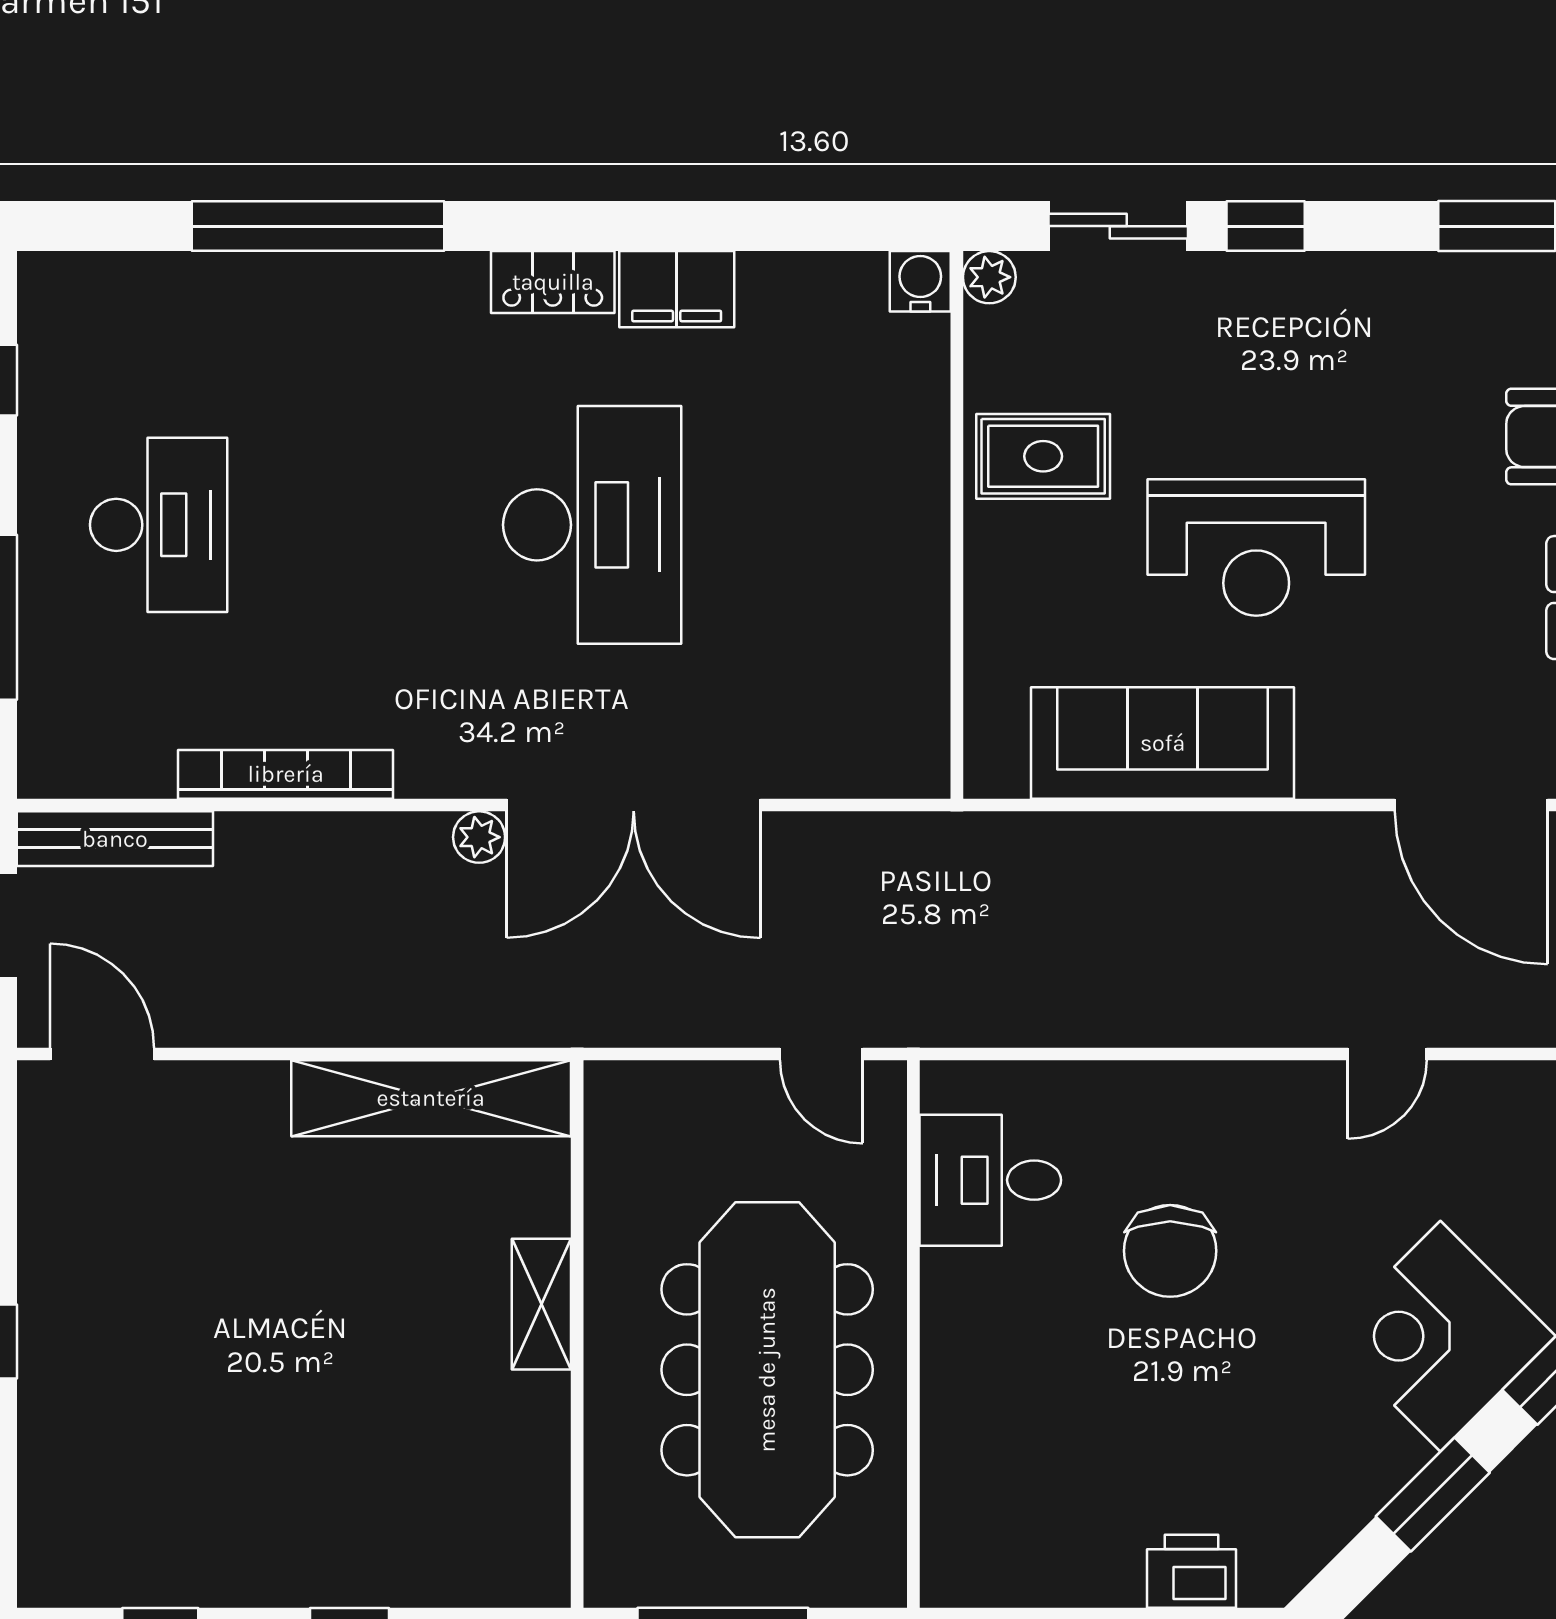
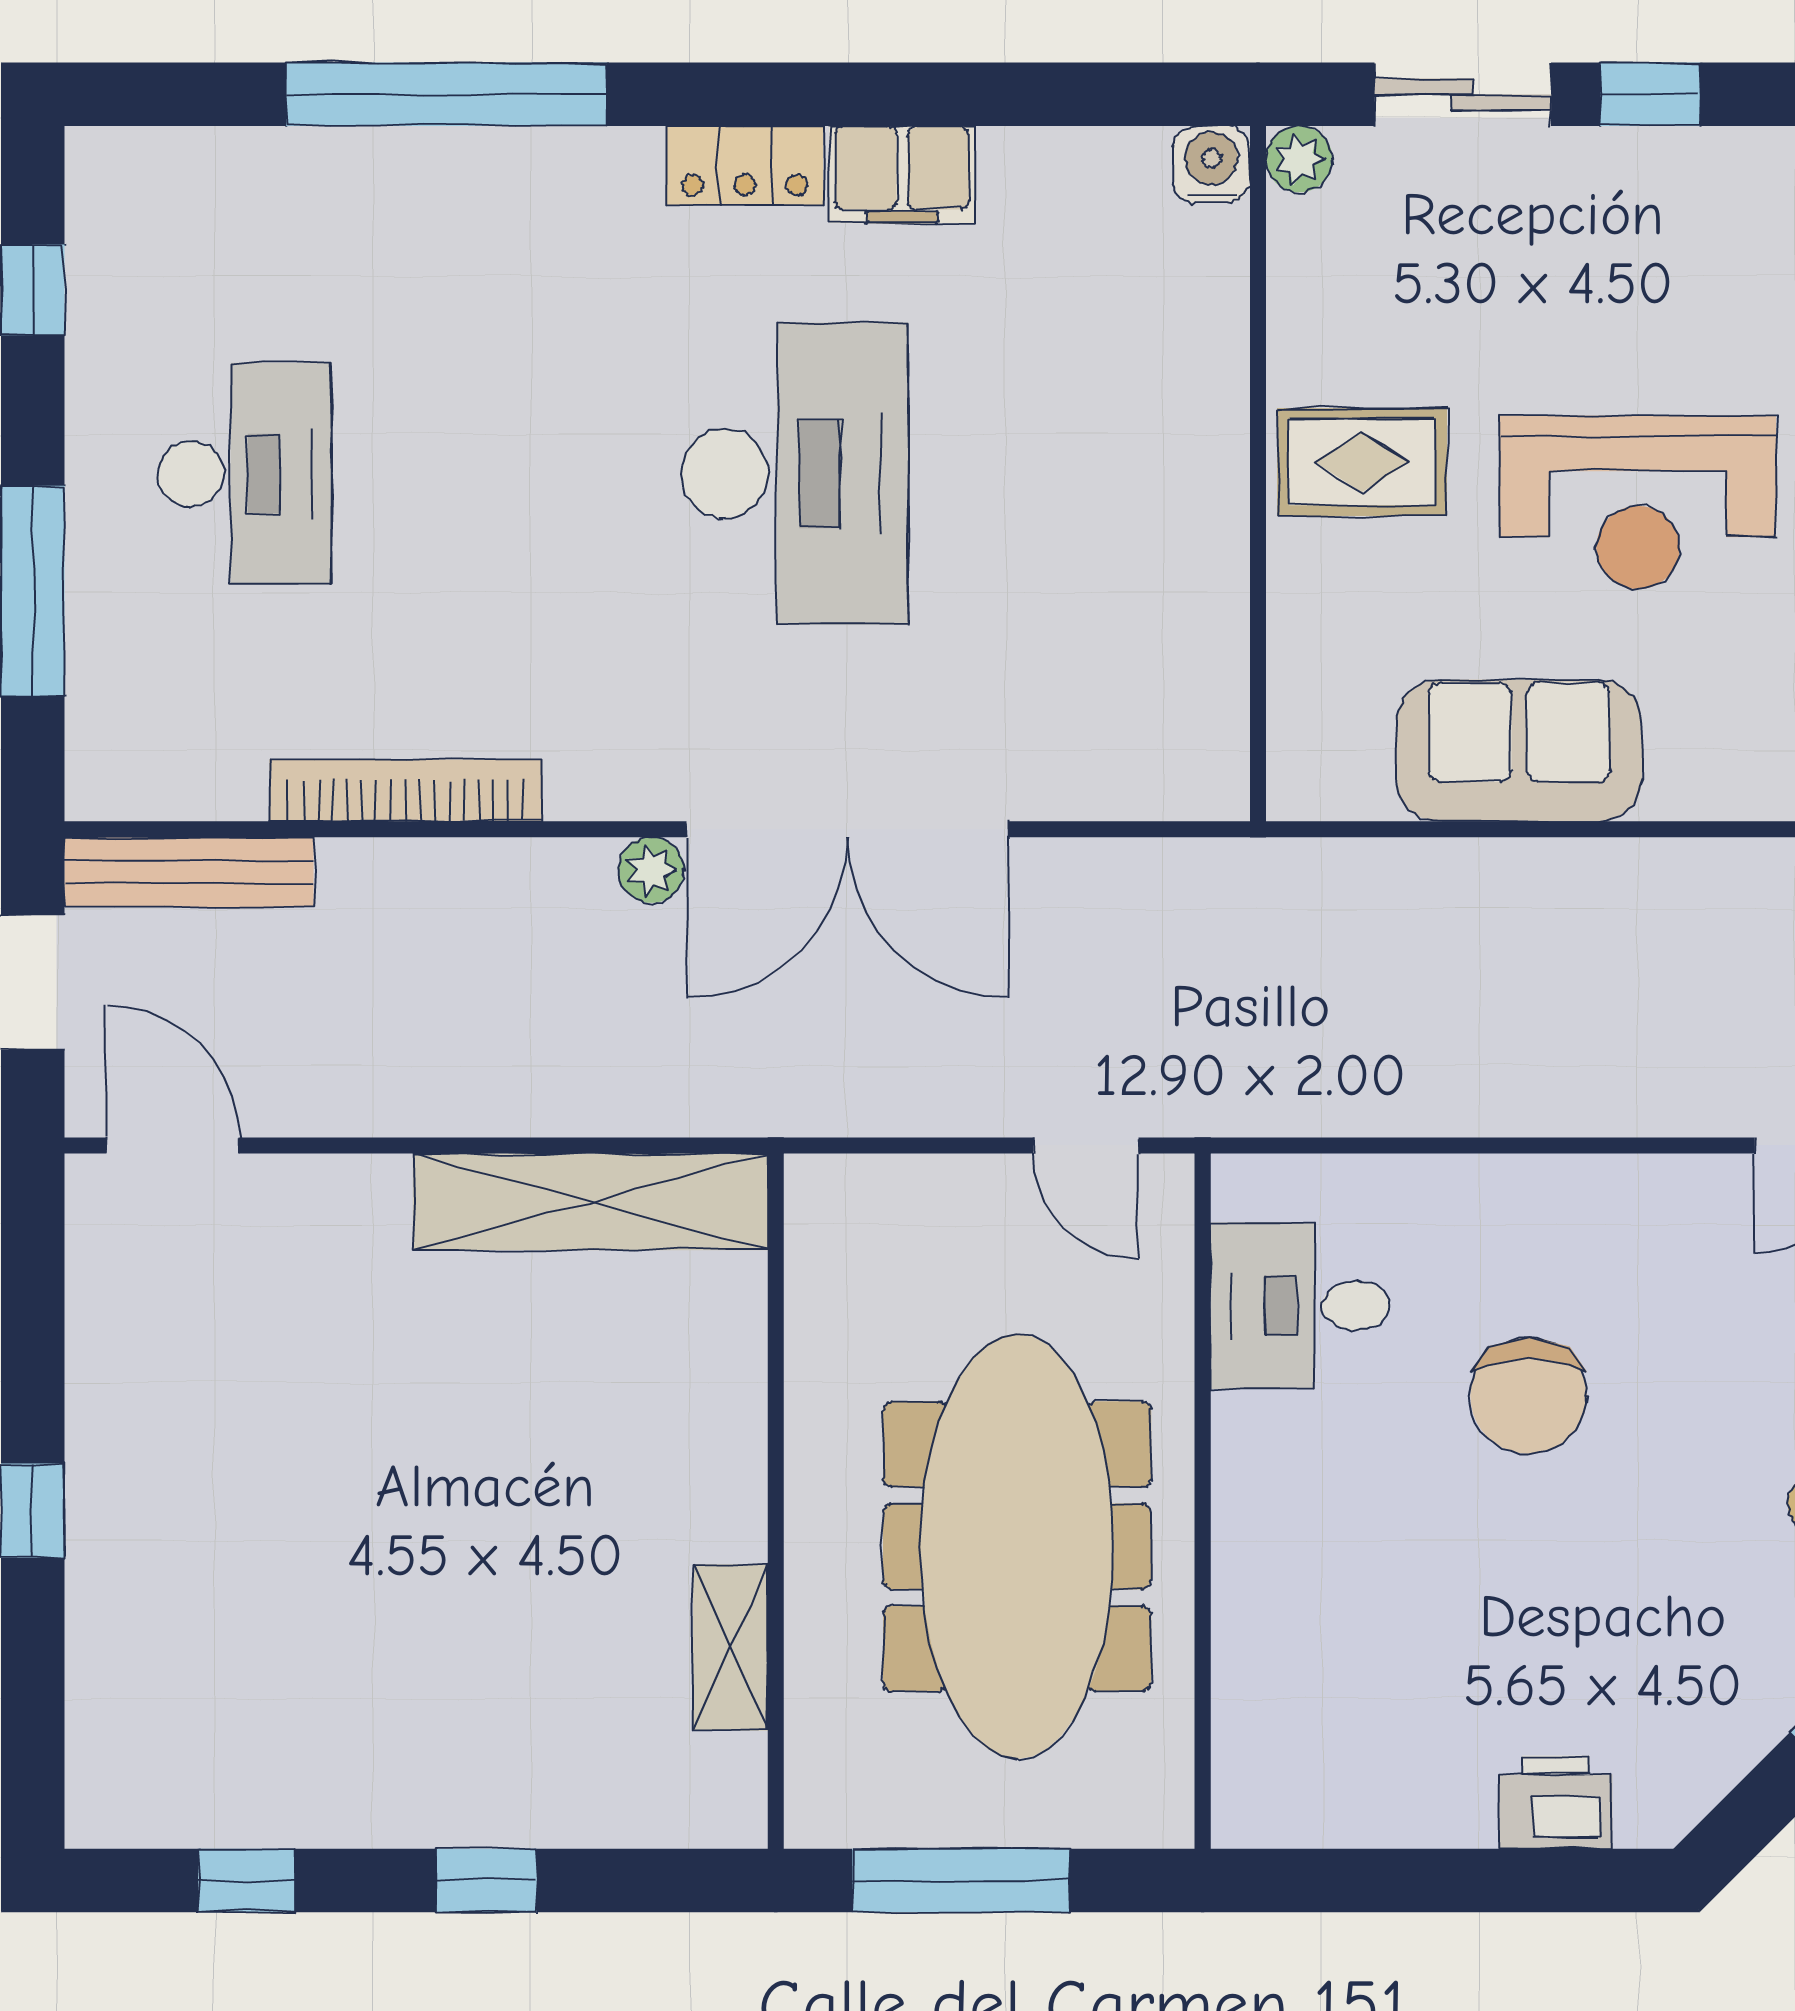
rug: (1043, 456) -> (1362, 462), moved
sofa: (1163, 743) -> (1519, 751), width x0.73
shelving: (541, 1304) -> (730, 1648), moved

